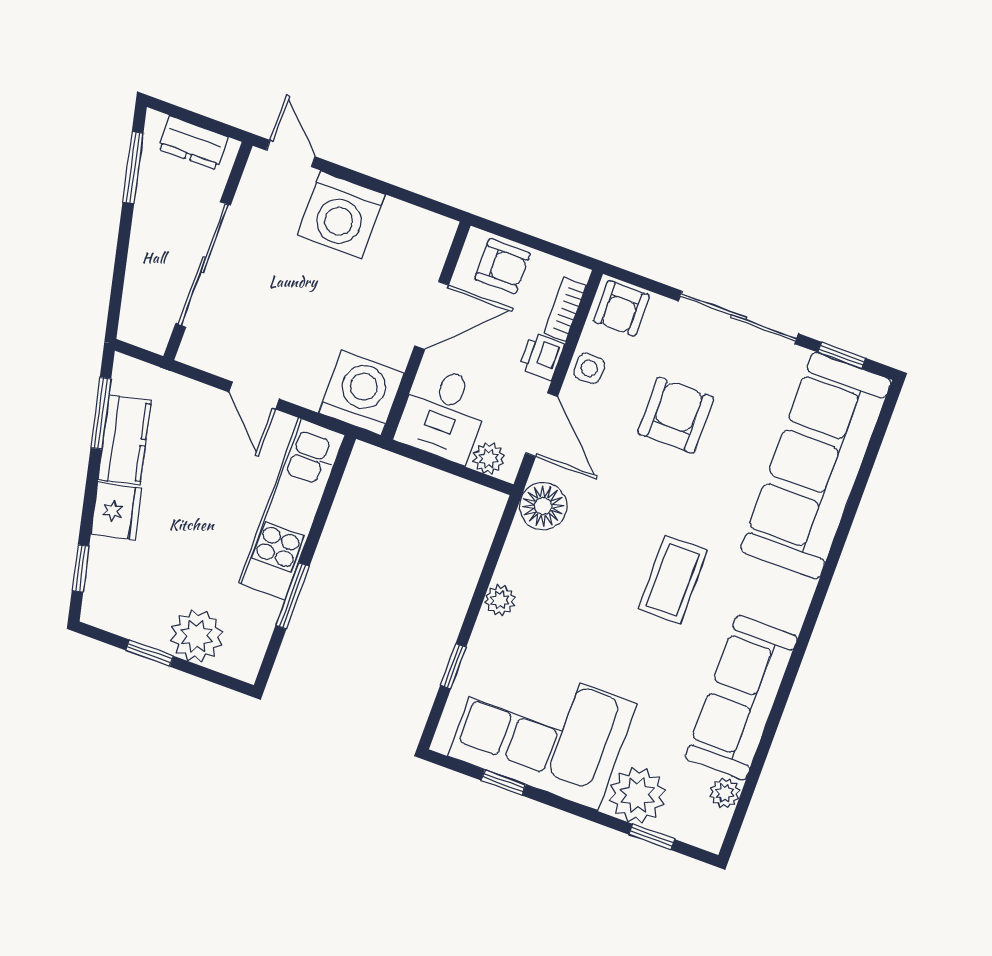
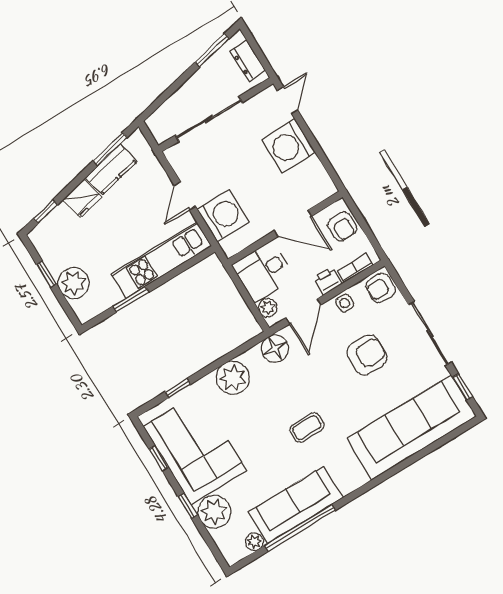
washing machine: (361, 393) -> (223, 215), moved
coffee table: (673, 580) -> (307, 428), width x0.73, depth x0.77
plant: (500, 600) -> (233, 378), width x1.87, depth x1.87
window: (772, 724) -> (300, 528), added
window: (652, 837) -> (188, 506), moved

